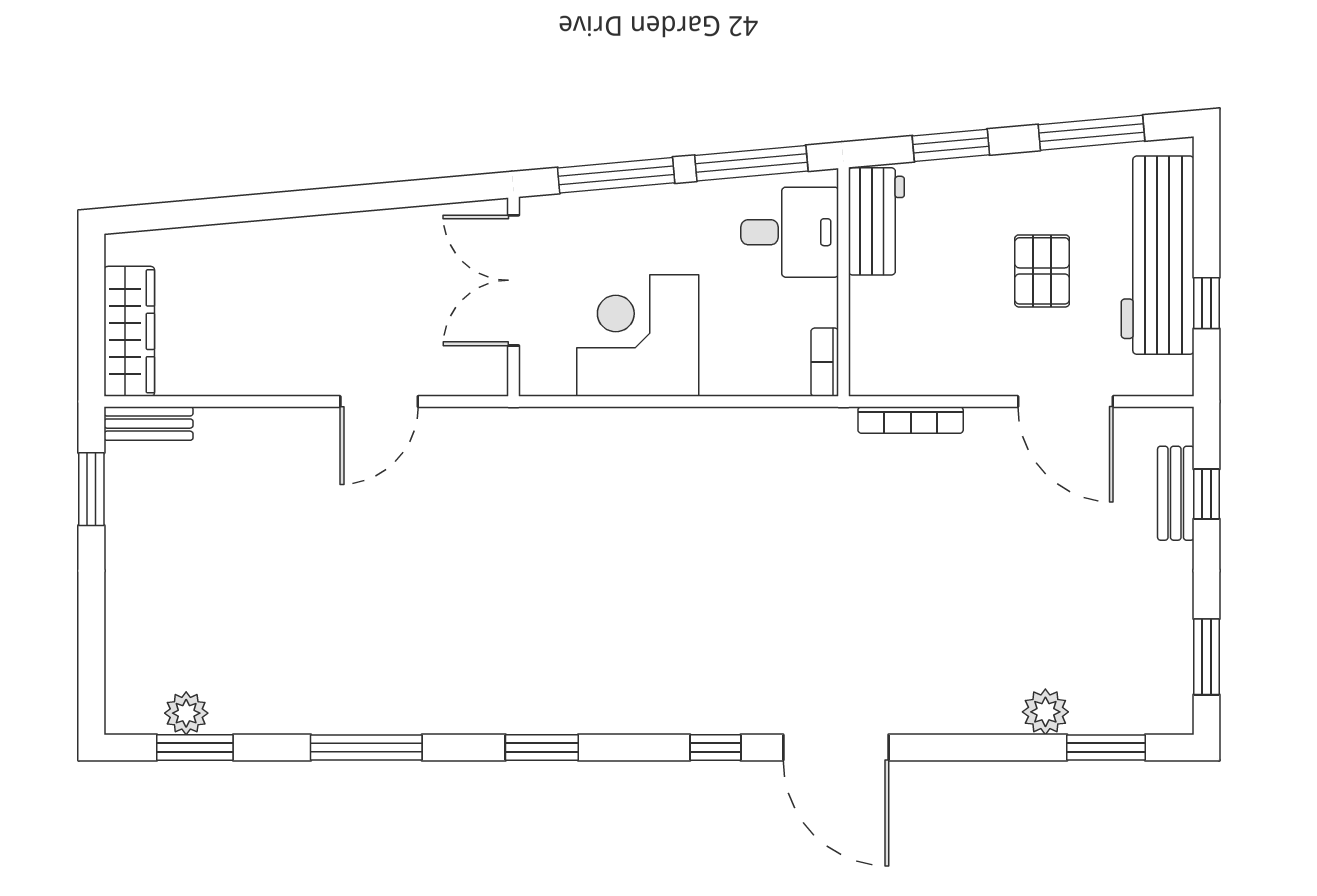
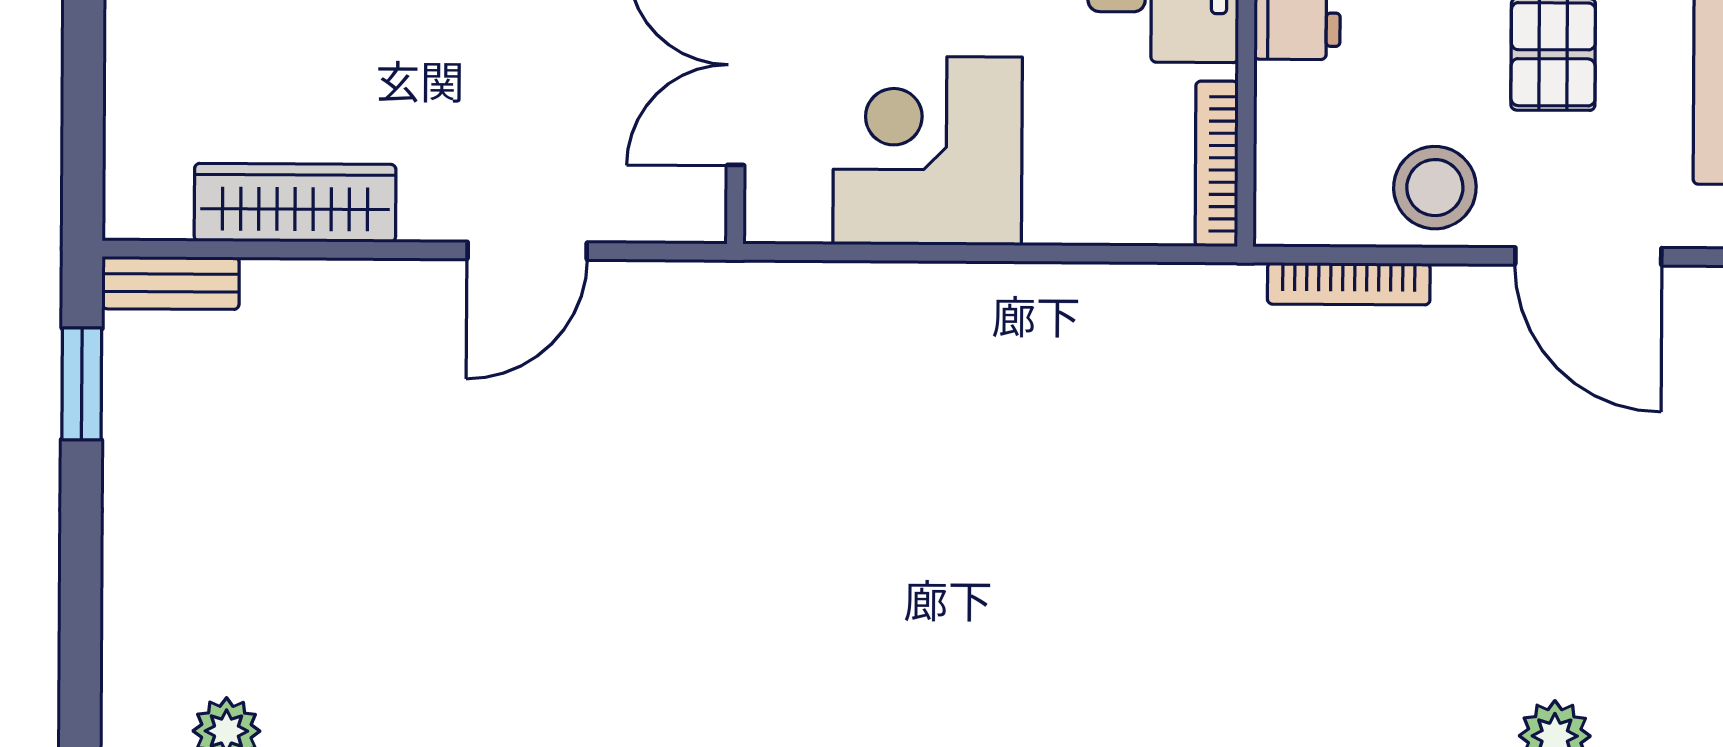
wardrobe: (129, 331) -> (295, 203), moved, turned -90
stool: (966, 358) -> (1435, 188), added
bookcase: (825, 362) -> (1217, 164), width x1.56

